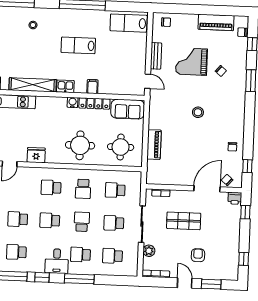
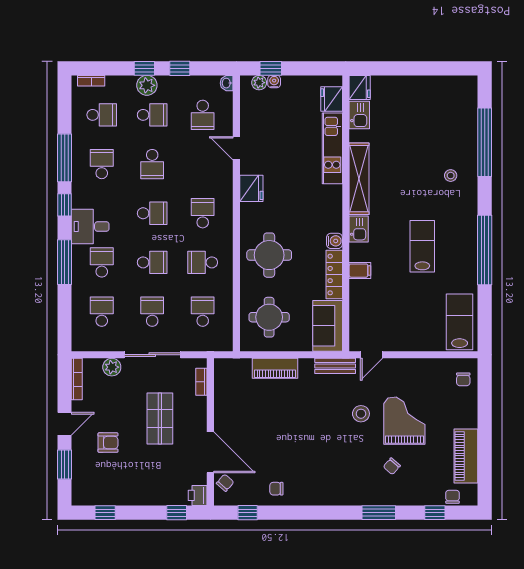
bench: (156, 56) -> (335, 366), moved
stool: (198, 112) -> (361, 414), moved
school desk: (18, 219) -> (152, 164), turned 180
school desk: (50, 220) -> (152, 213), turned 90

